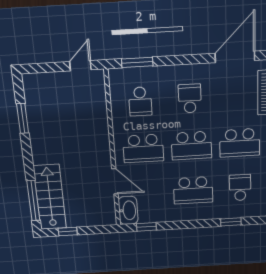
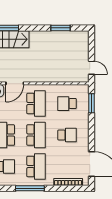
school desk: (240, 143) -> (36, 167), turned 180
school desk: (191, 146) -> (36, 135), turned 180
school desk: (143, 148) -> (36, 104), turned 180

